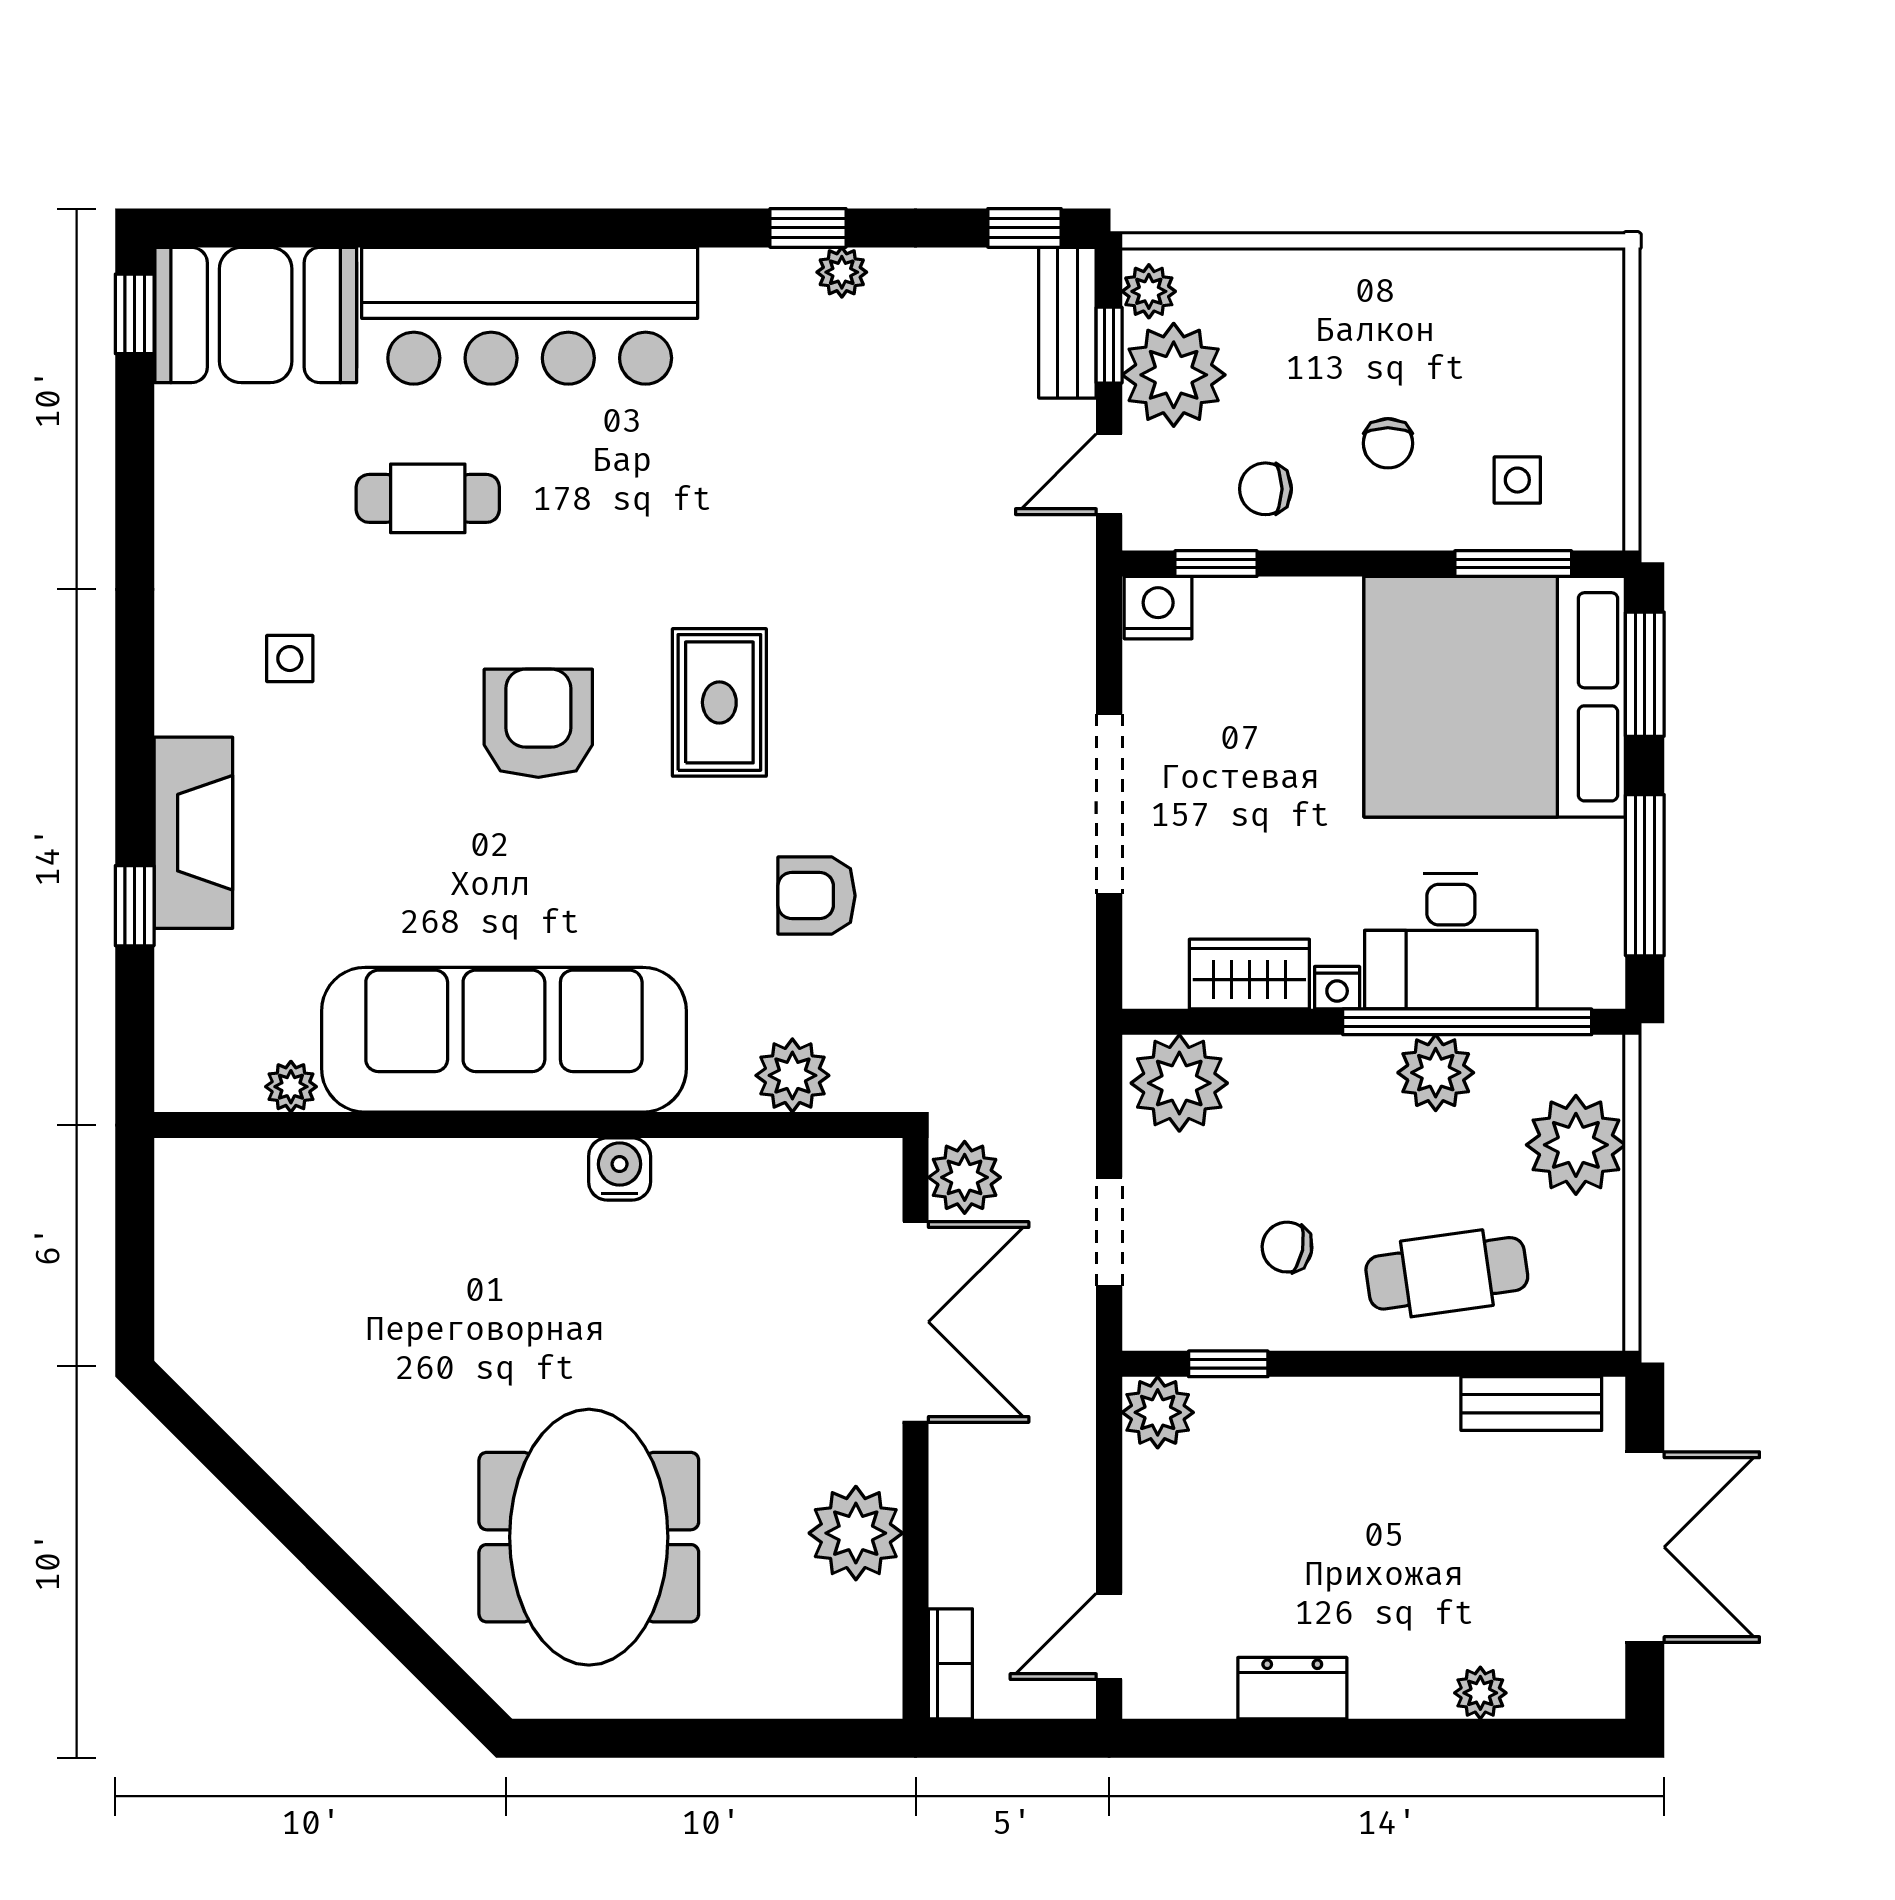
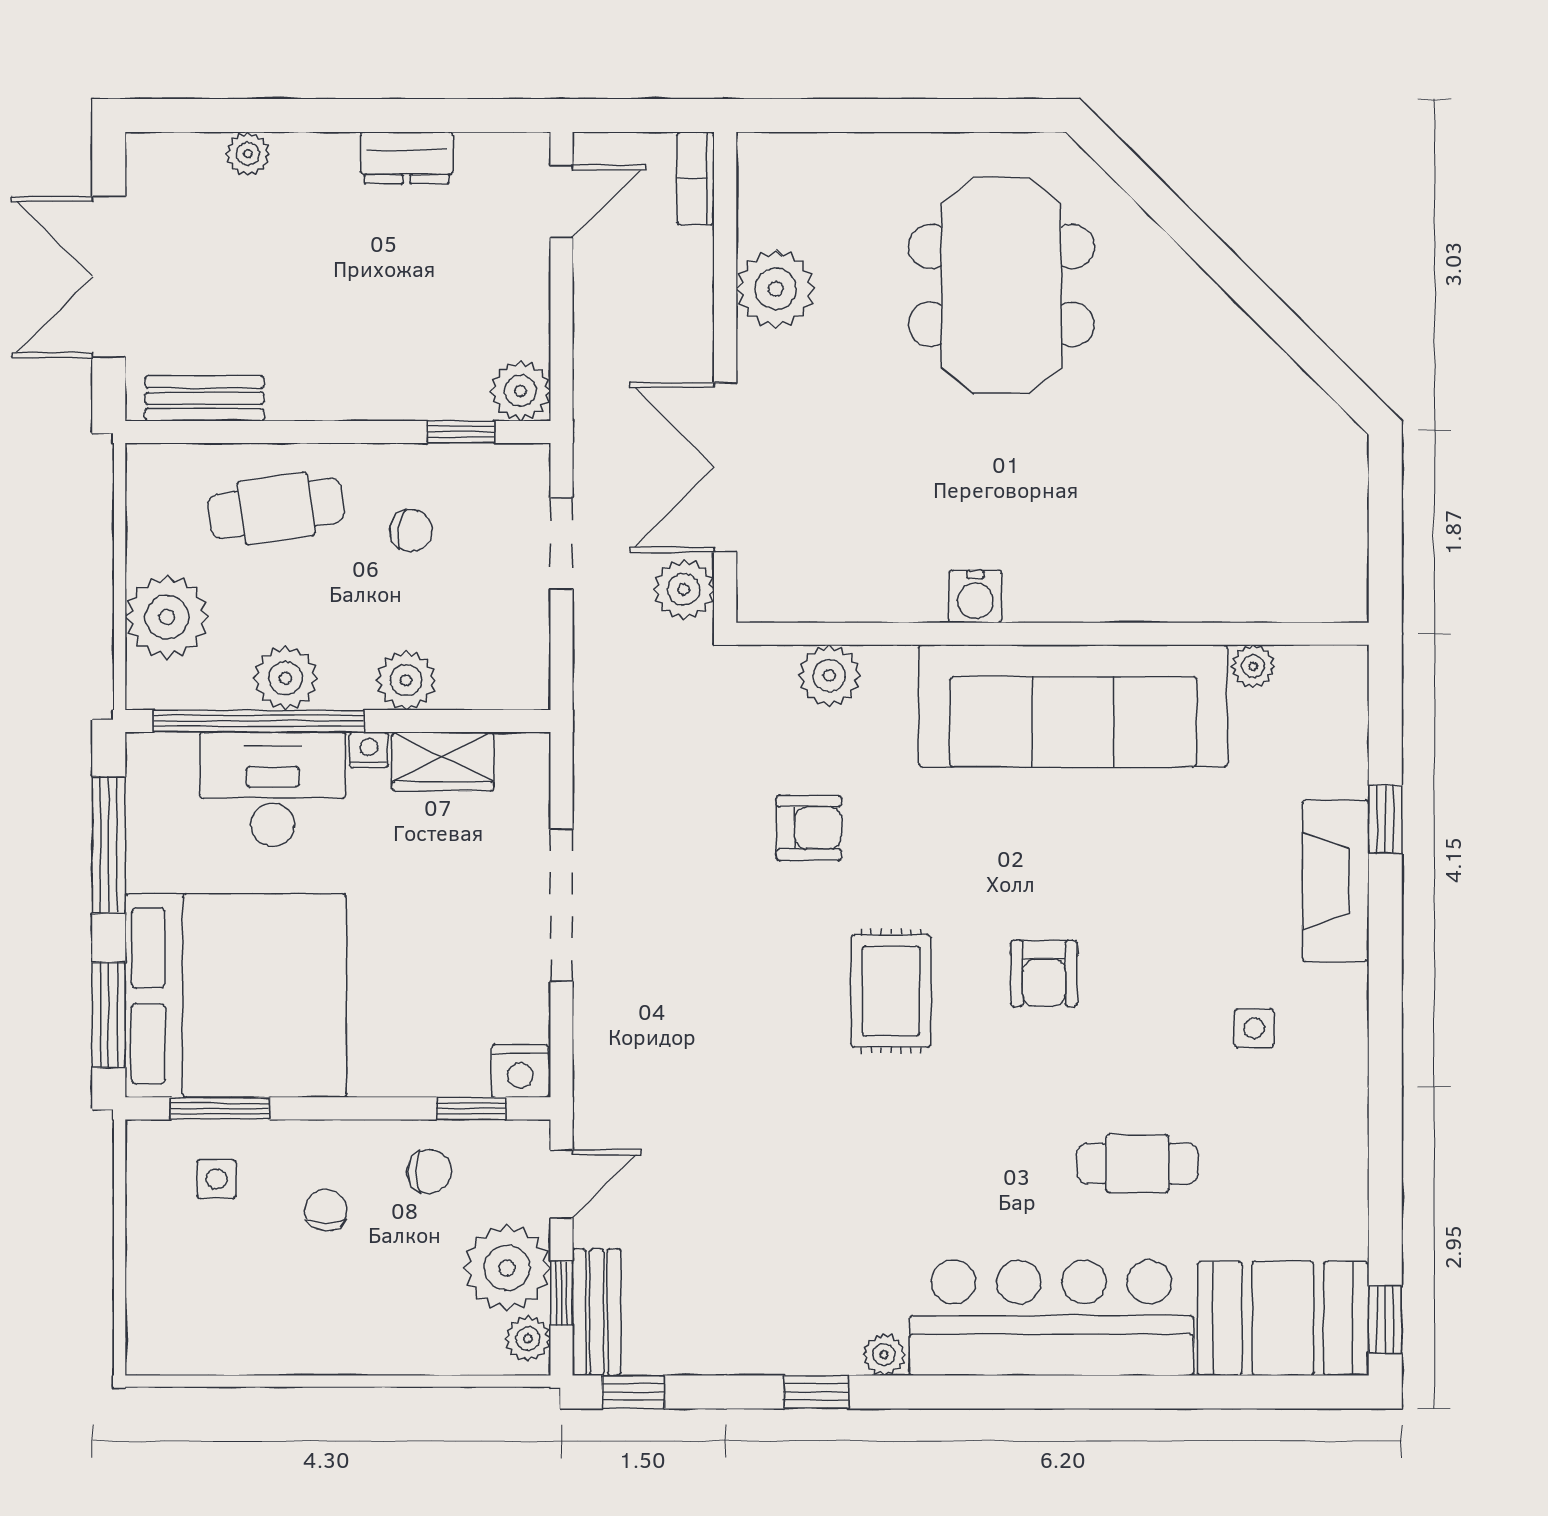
plant: (842, 272) -> (884, 1355), moved
armchair: (538, 723) -> (1044, 973), width x0.72, depth x0.72
plant: (1179, 1083) -> (406, 680), moved, width x0.73, depth x0.73

